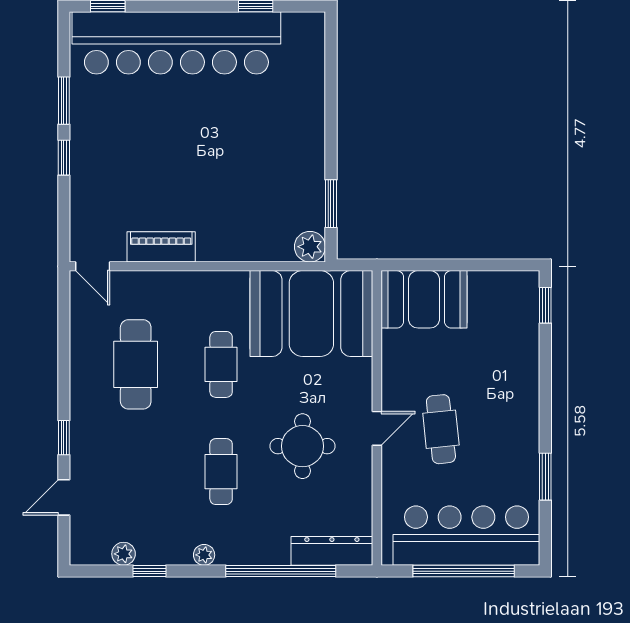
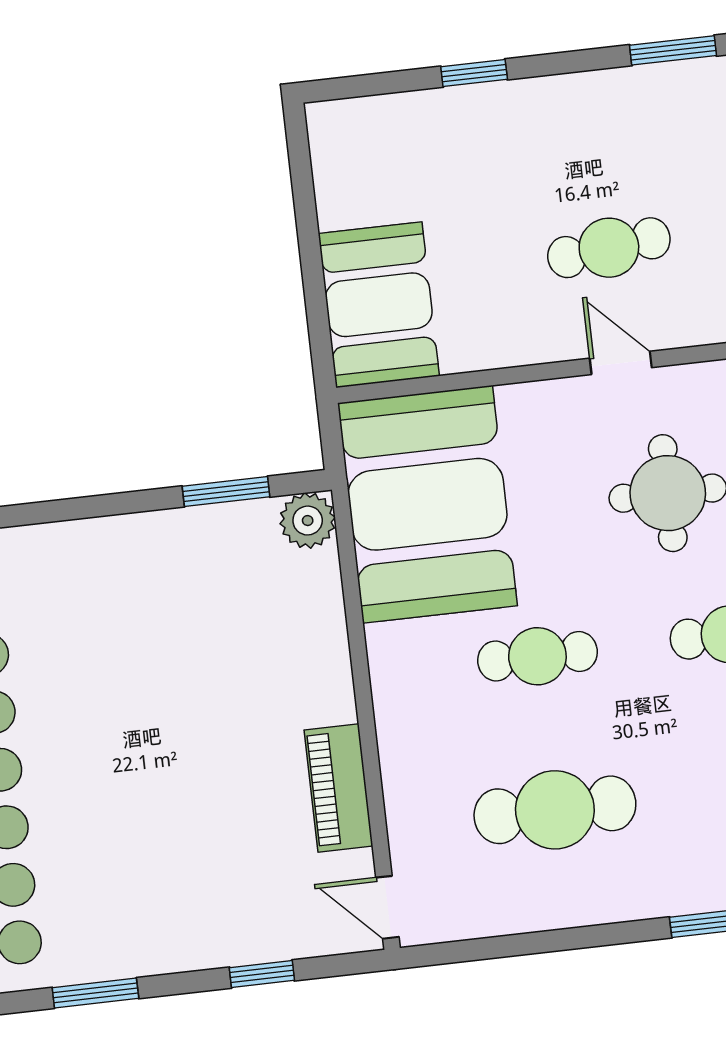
window: (64, 158) -> (262, 974), moved
door: (93, 266) -> (387, 907), swing flipped
window: (545, 305) -> (474, 73), moved

